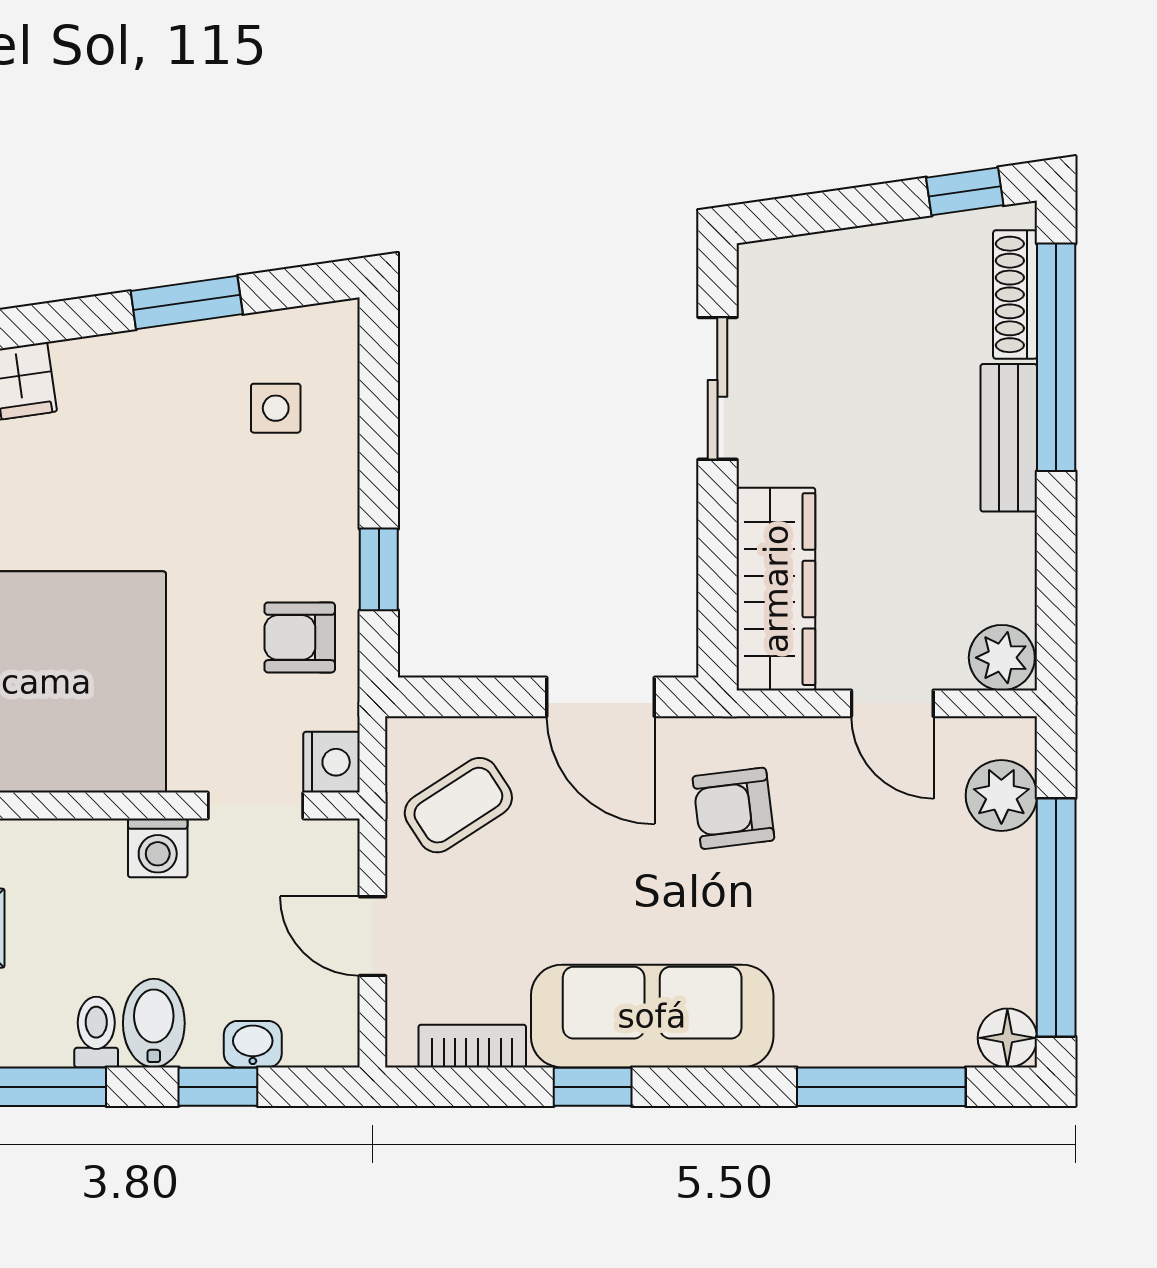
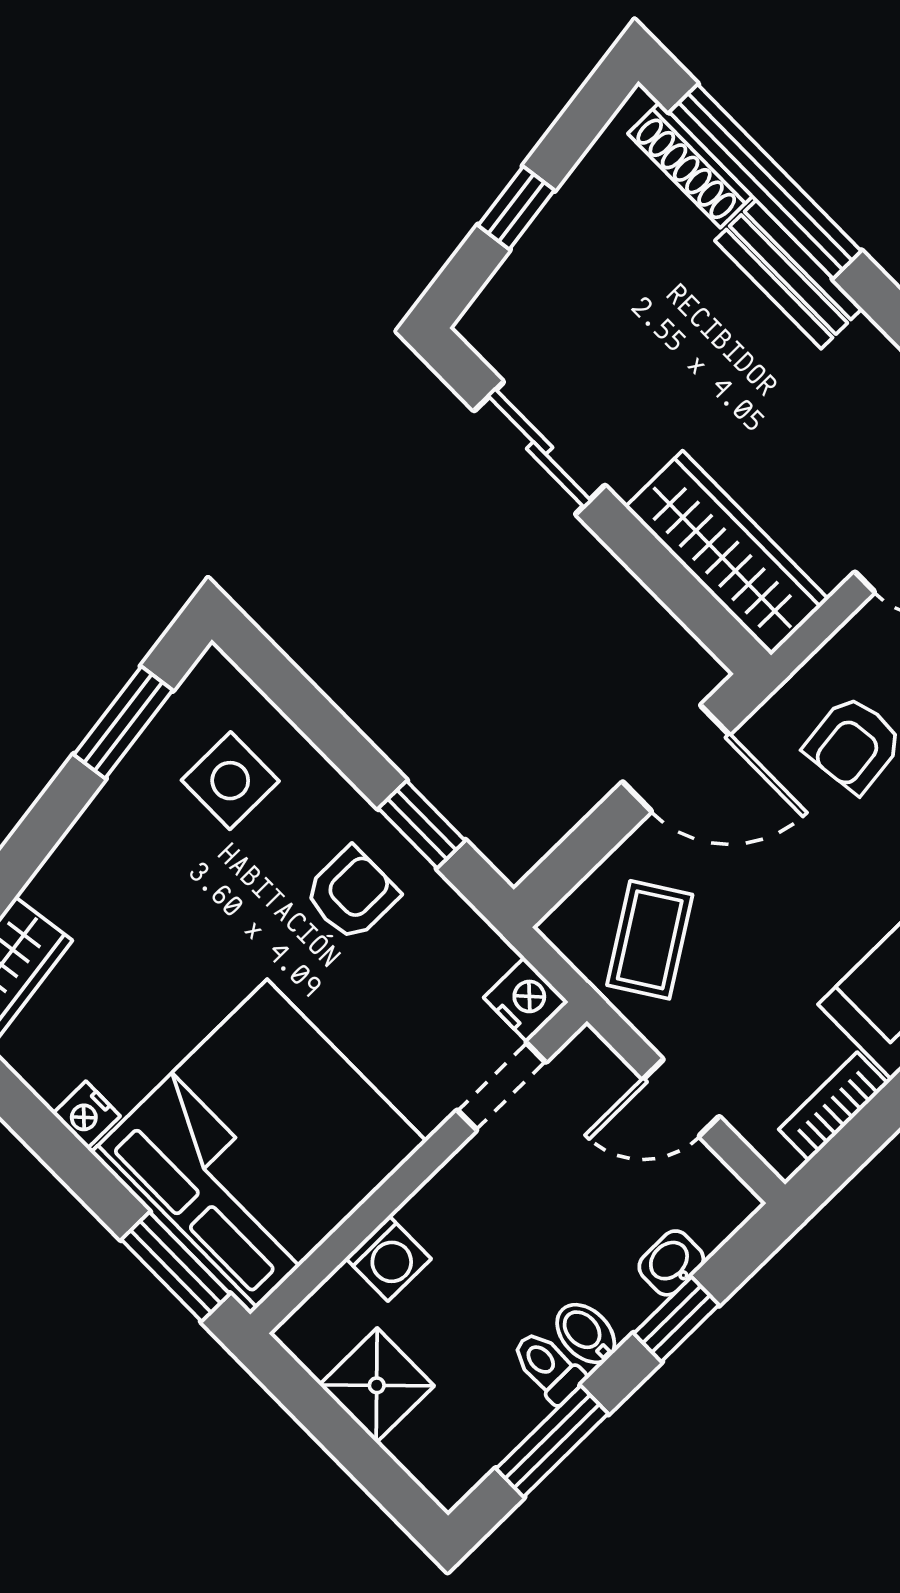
window: (965, 191) -> (516, 208), moved
window: (187, 303) -> (123, 722), moved
side table: (276, 408) -> (230, 781), width x1.37, depth x1.37
armchair: (300, 637) -> (351, 894), moved, turned 180
washing machine: (158, 848) -> (388, 1258), moved
bidet: (154, 1023) -> (586, 1333), width x0.72, depth x0.74

